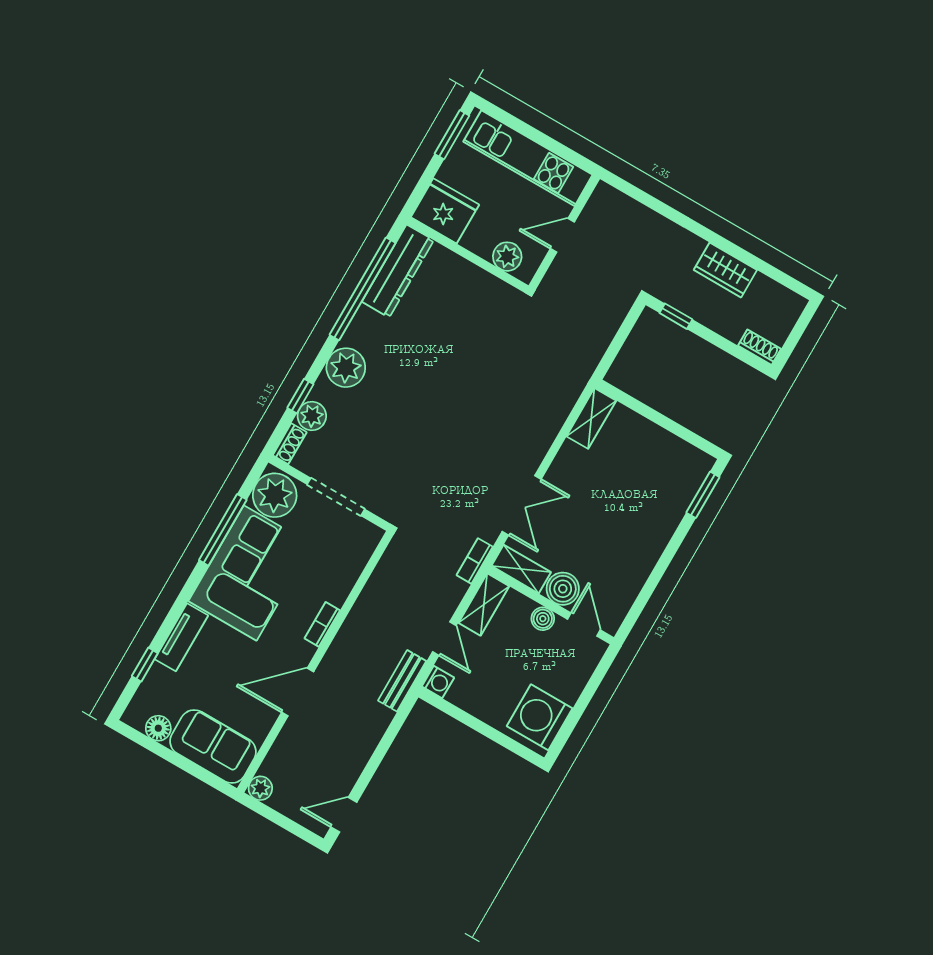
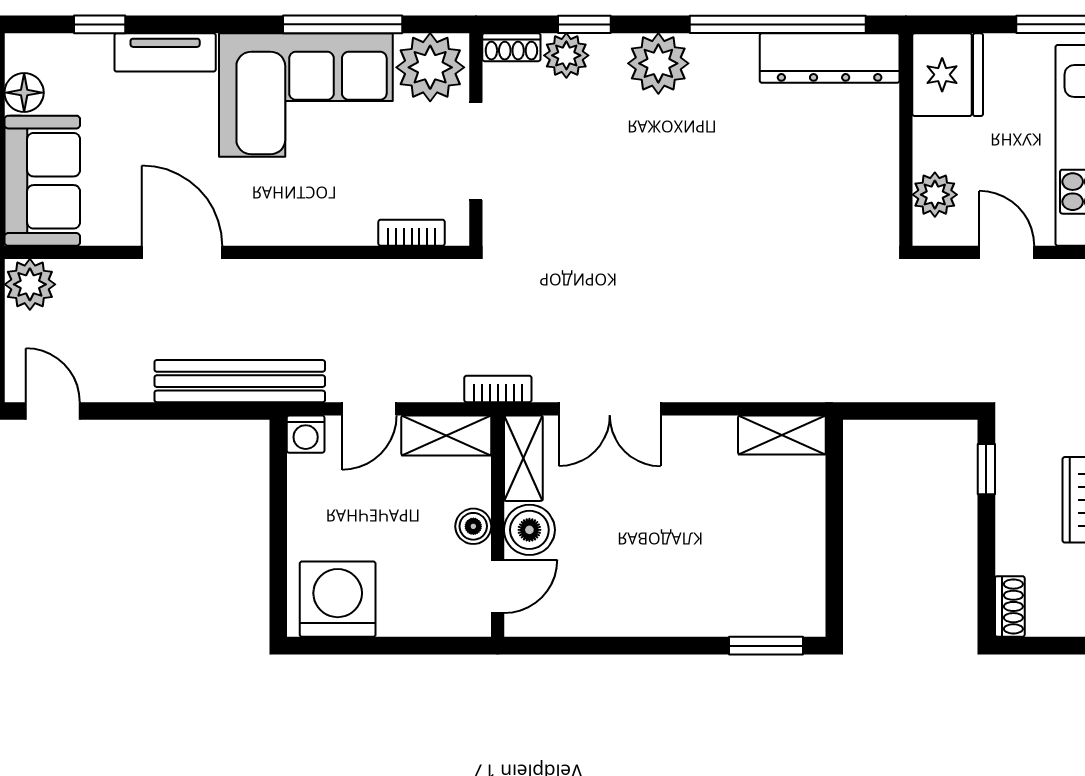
bookcase: (322, 624) -> (412, 233), moved
bench: (402, 681) -> (240, 381), width x1.86, depth x1.21
plant: (260, 788) -> (30, 284), width x1.38, depth x1.38

